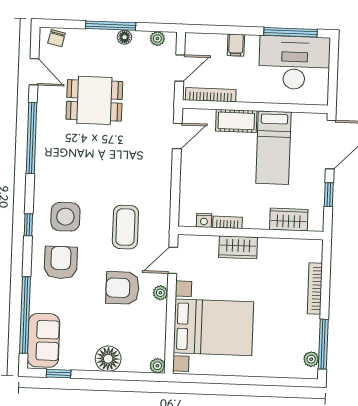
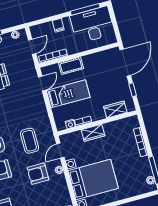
bed: (273, 148) -> (68, 94), moved, turned -90

